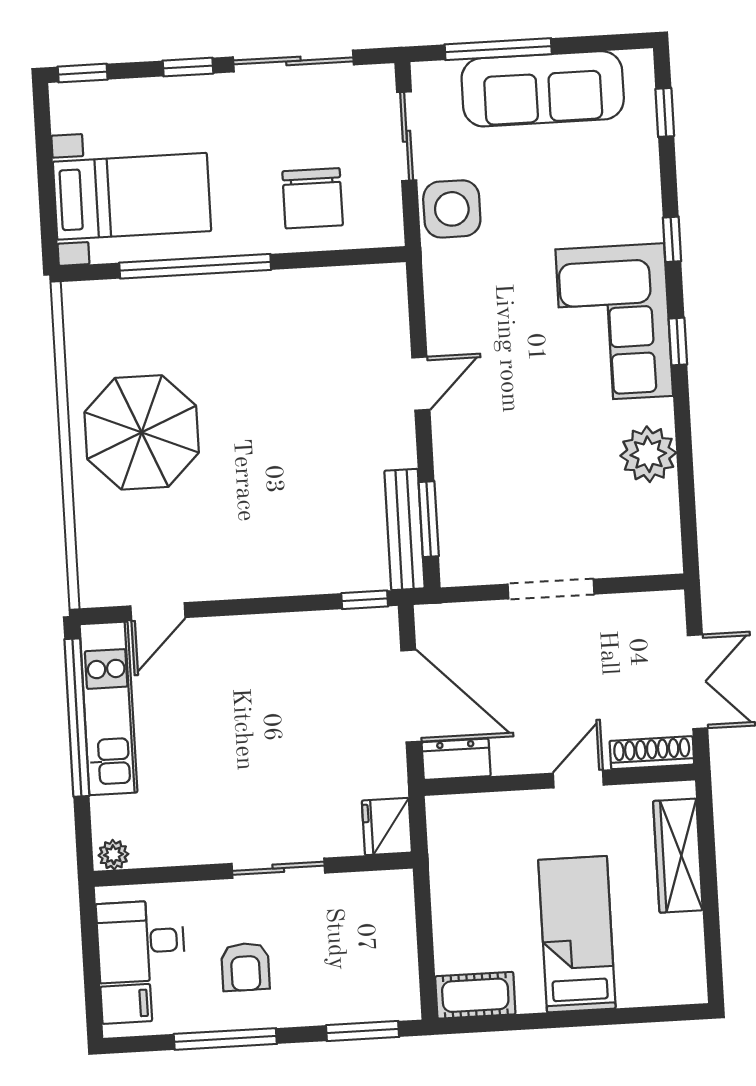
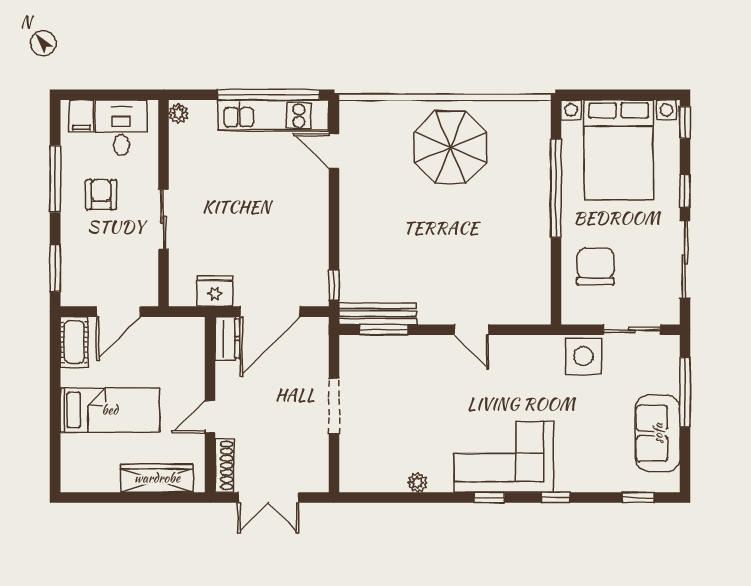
sofa: (543, 89) -> (658, 433), width x0.73
bed with nightstands: (132, 196) -> (619, 150), width x1.36
chair: (313, 198) -> (595, 267), turned 90
plant: (648, 454) -> (417, 483), width x0.53, depth x0.53
door: (578, 779) -> (210, 417), swing flipped
fridge: (387, 827) -> (215, 291), moved
door: (424, 930) -> (118, 312), added
armchair: (245, 967) -> (101, 195), turned 90

